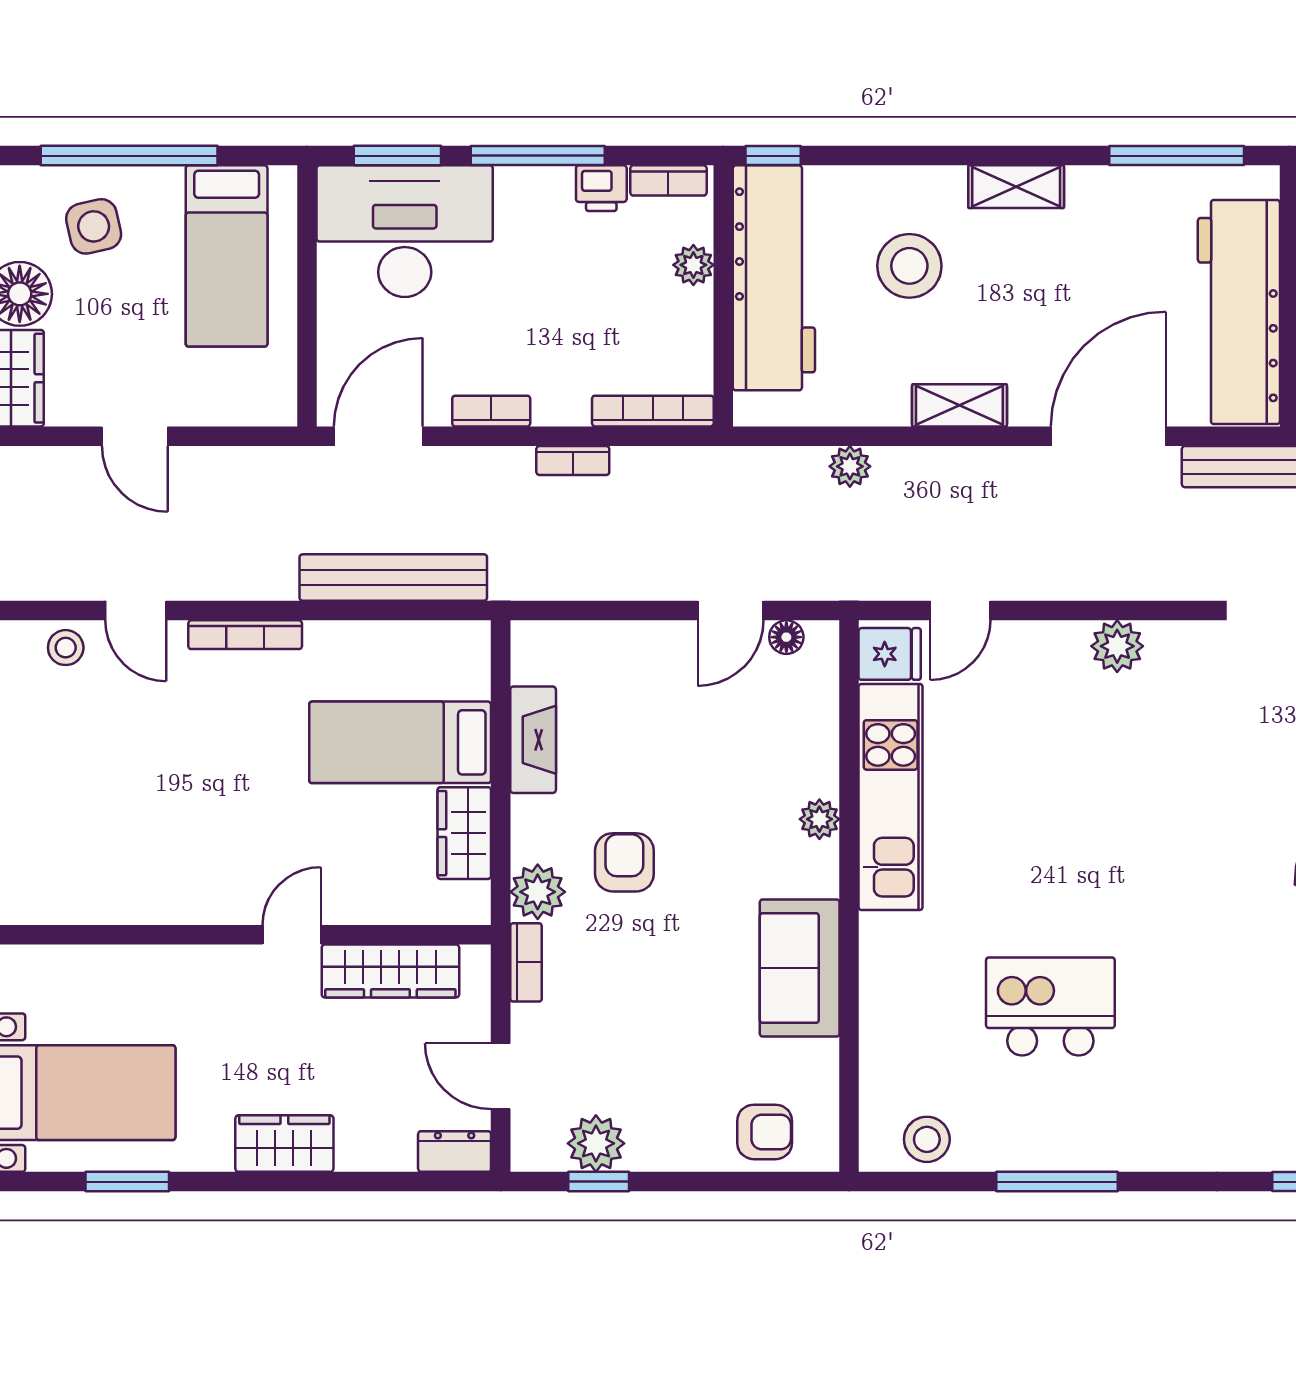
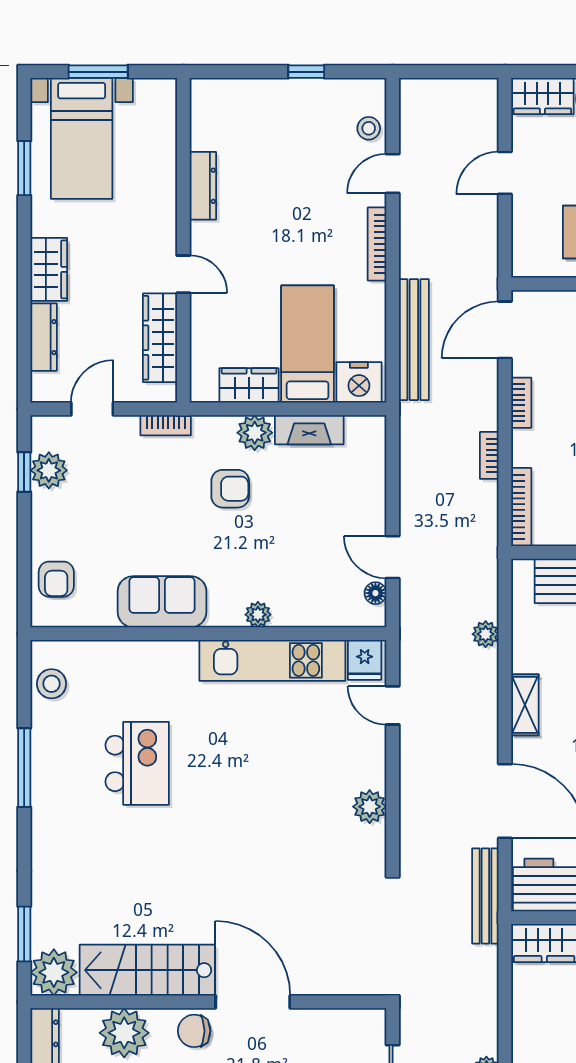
door: (378, 436) -> (505, 330), swing flipped
nightstand: (460, 663) -> (359, 382), added
plant: (538, 892) -> (255, 433), moved
dresser: (155, 905) -> (203, 186), added
dresser: (455, 1151) -> (44, 337), moved, width x1.44

